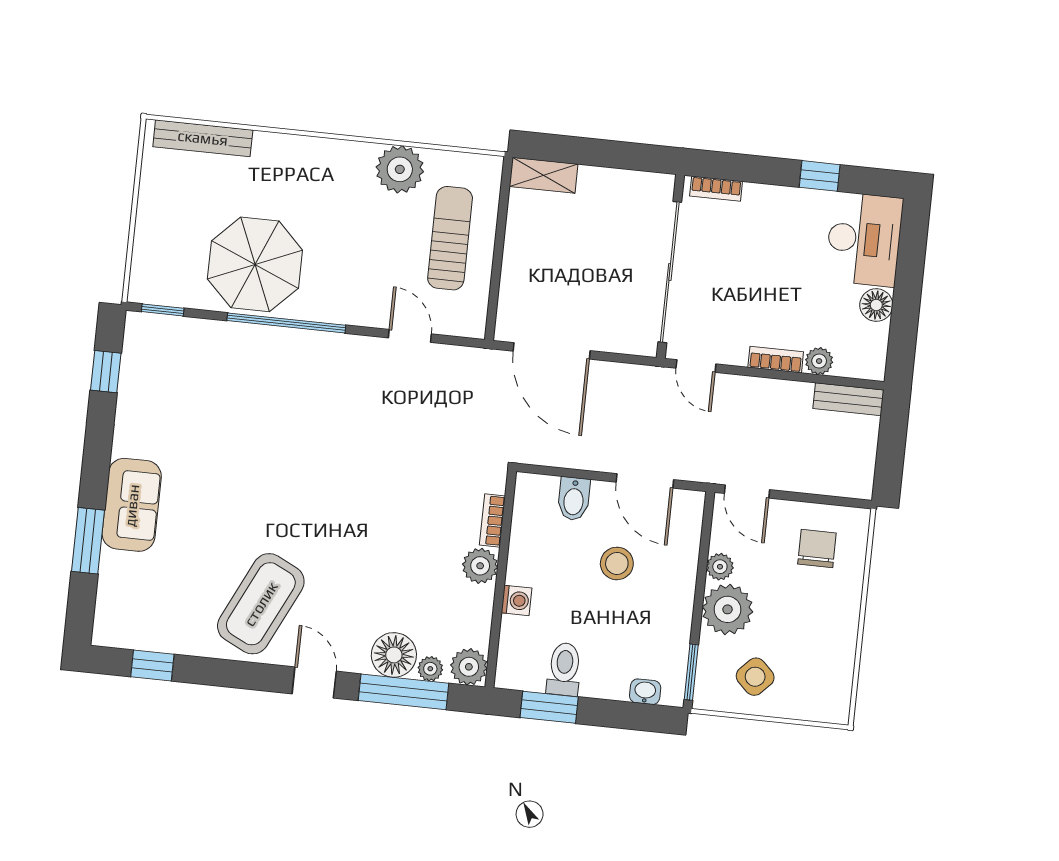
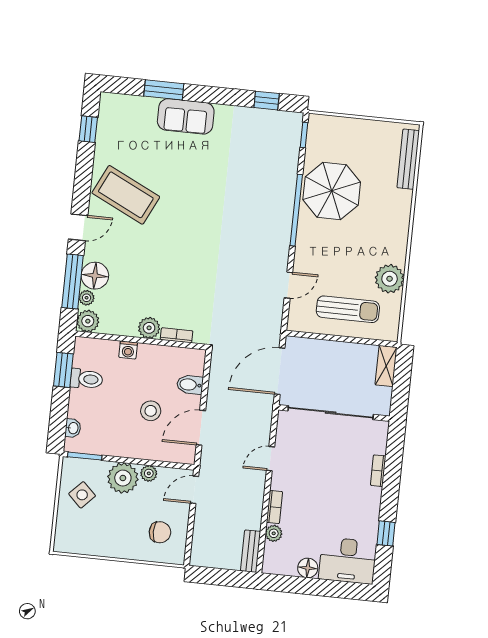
wall: (670, 266) -> (334, 413), moved
sliding door: (670, 272) -> (331, 413), moved

